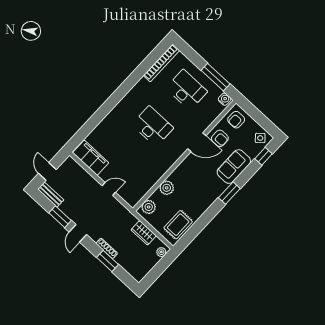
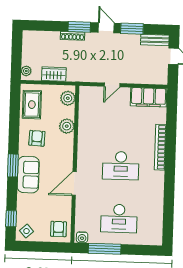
bookcase: (161, 63) -> (160, 147), moved
armchair: (220, 138) -> (37, 138), moved, turned 93
sofa: (234, 167) -> (28, 175), moved
window: (108, 261) -> (79, 27), moved

